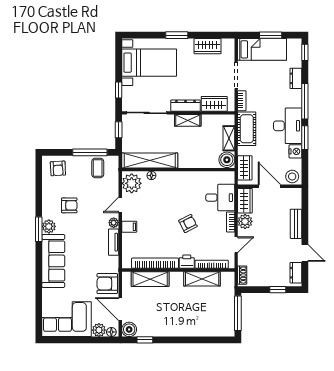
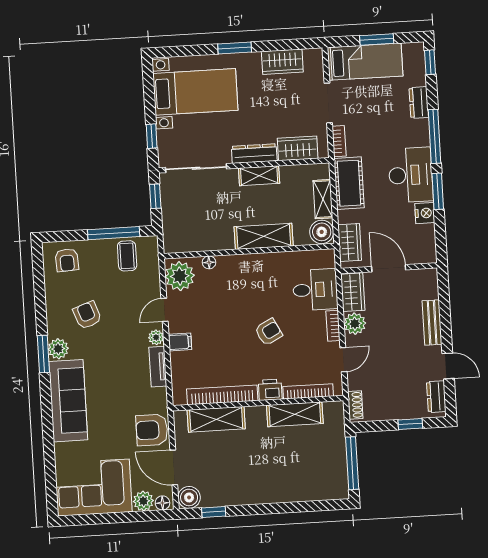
shelving: (150, 160) -> (264, 236), moved, width x0.68
stool: (292, 176) -> (422, 251), removed
armchair: (69, 205) -> (87, 315), turned -110

